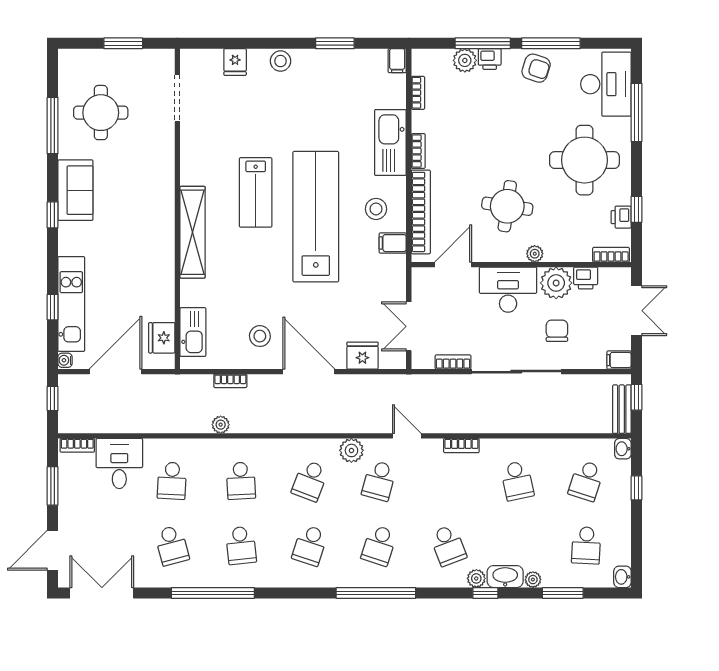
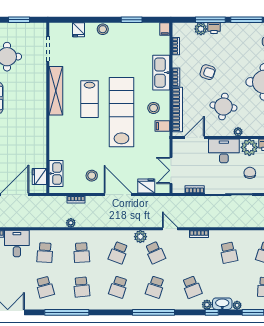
armchair: (536, 68) -> (208, 72), moved
shelving: (192, 232) -> (56, 91), moved
school desk: (379, 481) -> (155, 253), turned -39

